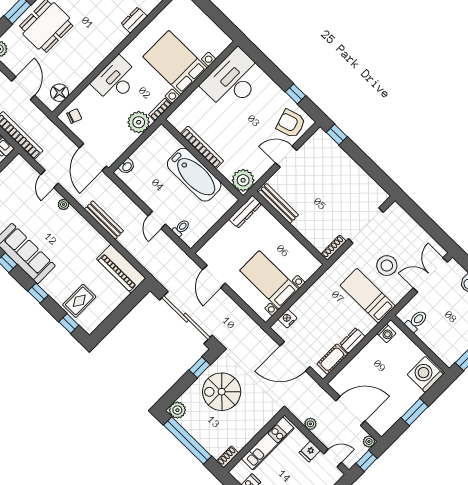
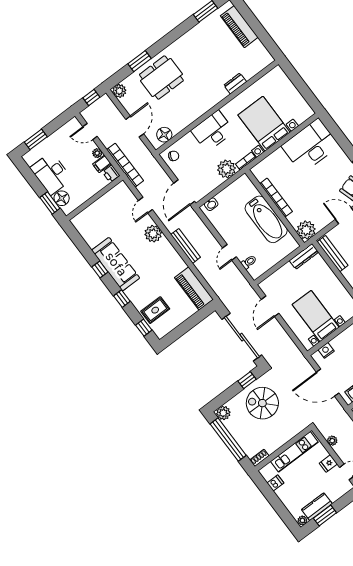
plant: (64, 204) -> (153, 234), width x1.88, depth x1.88

